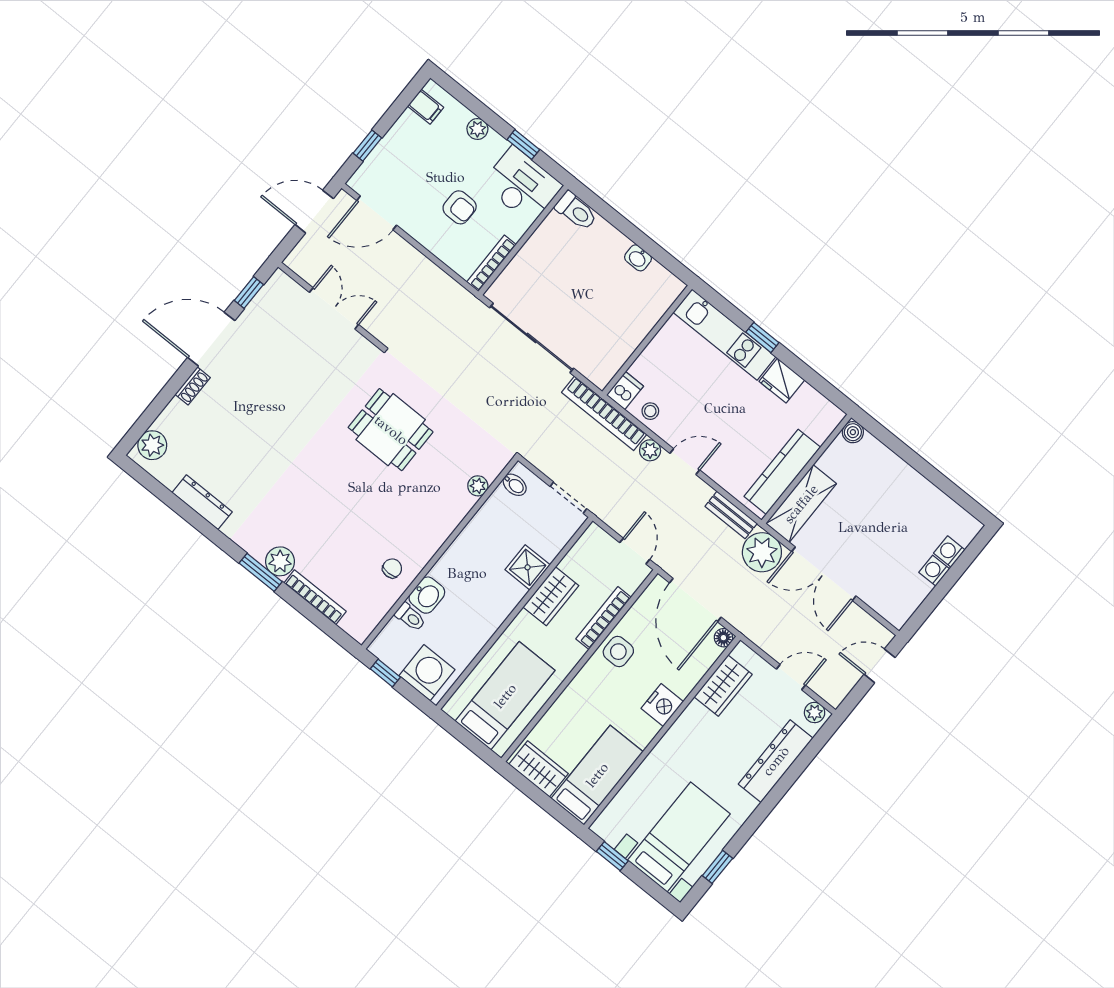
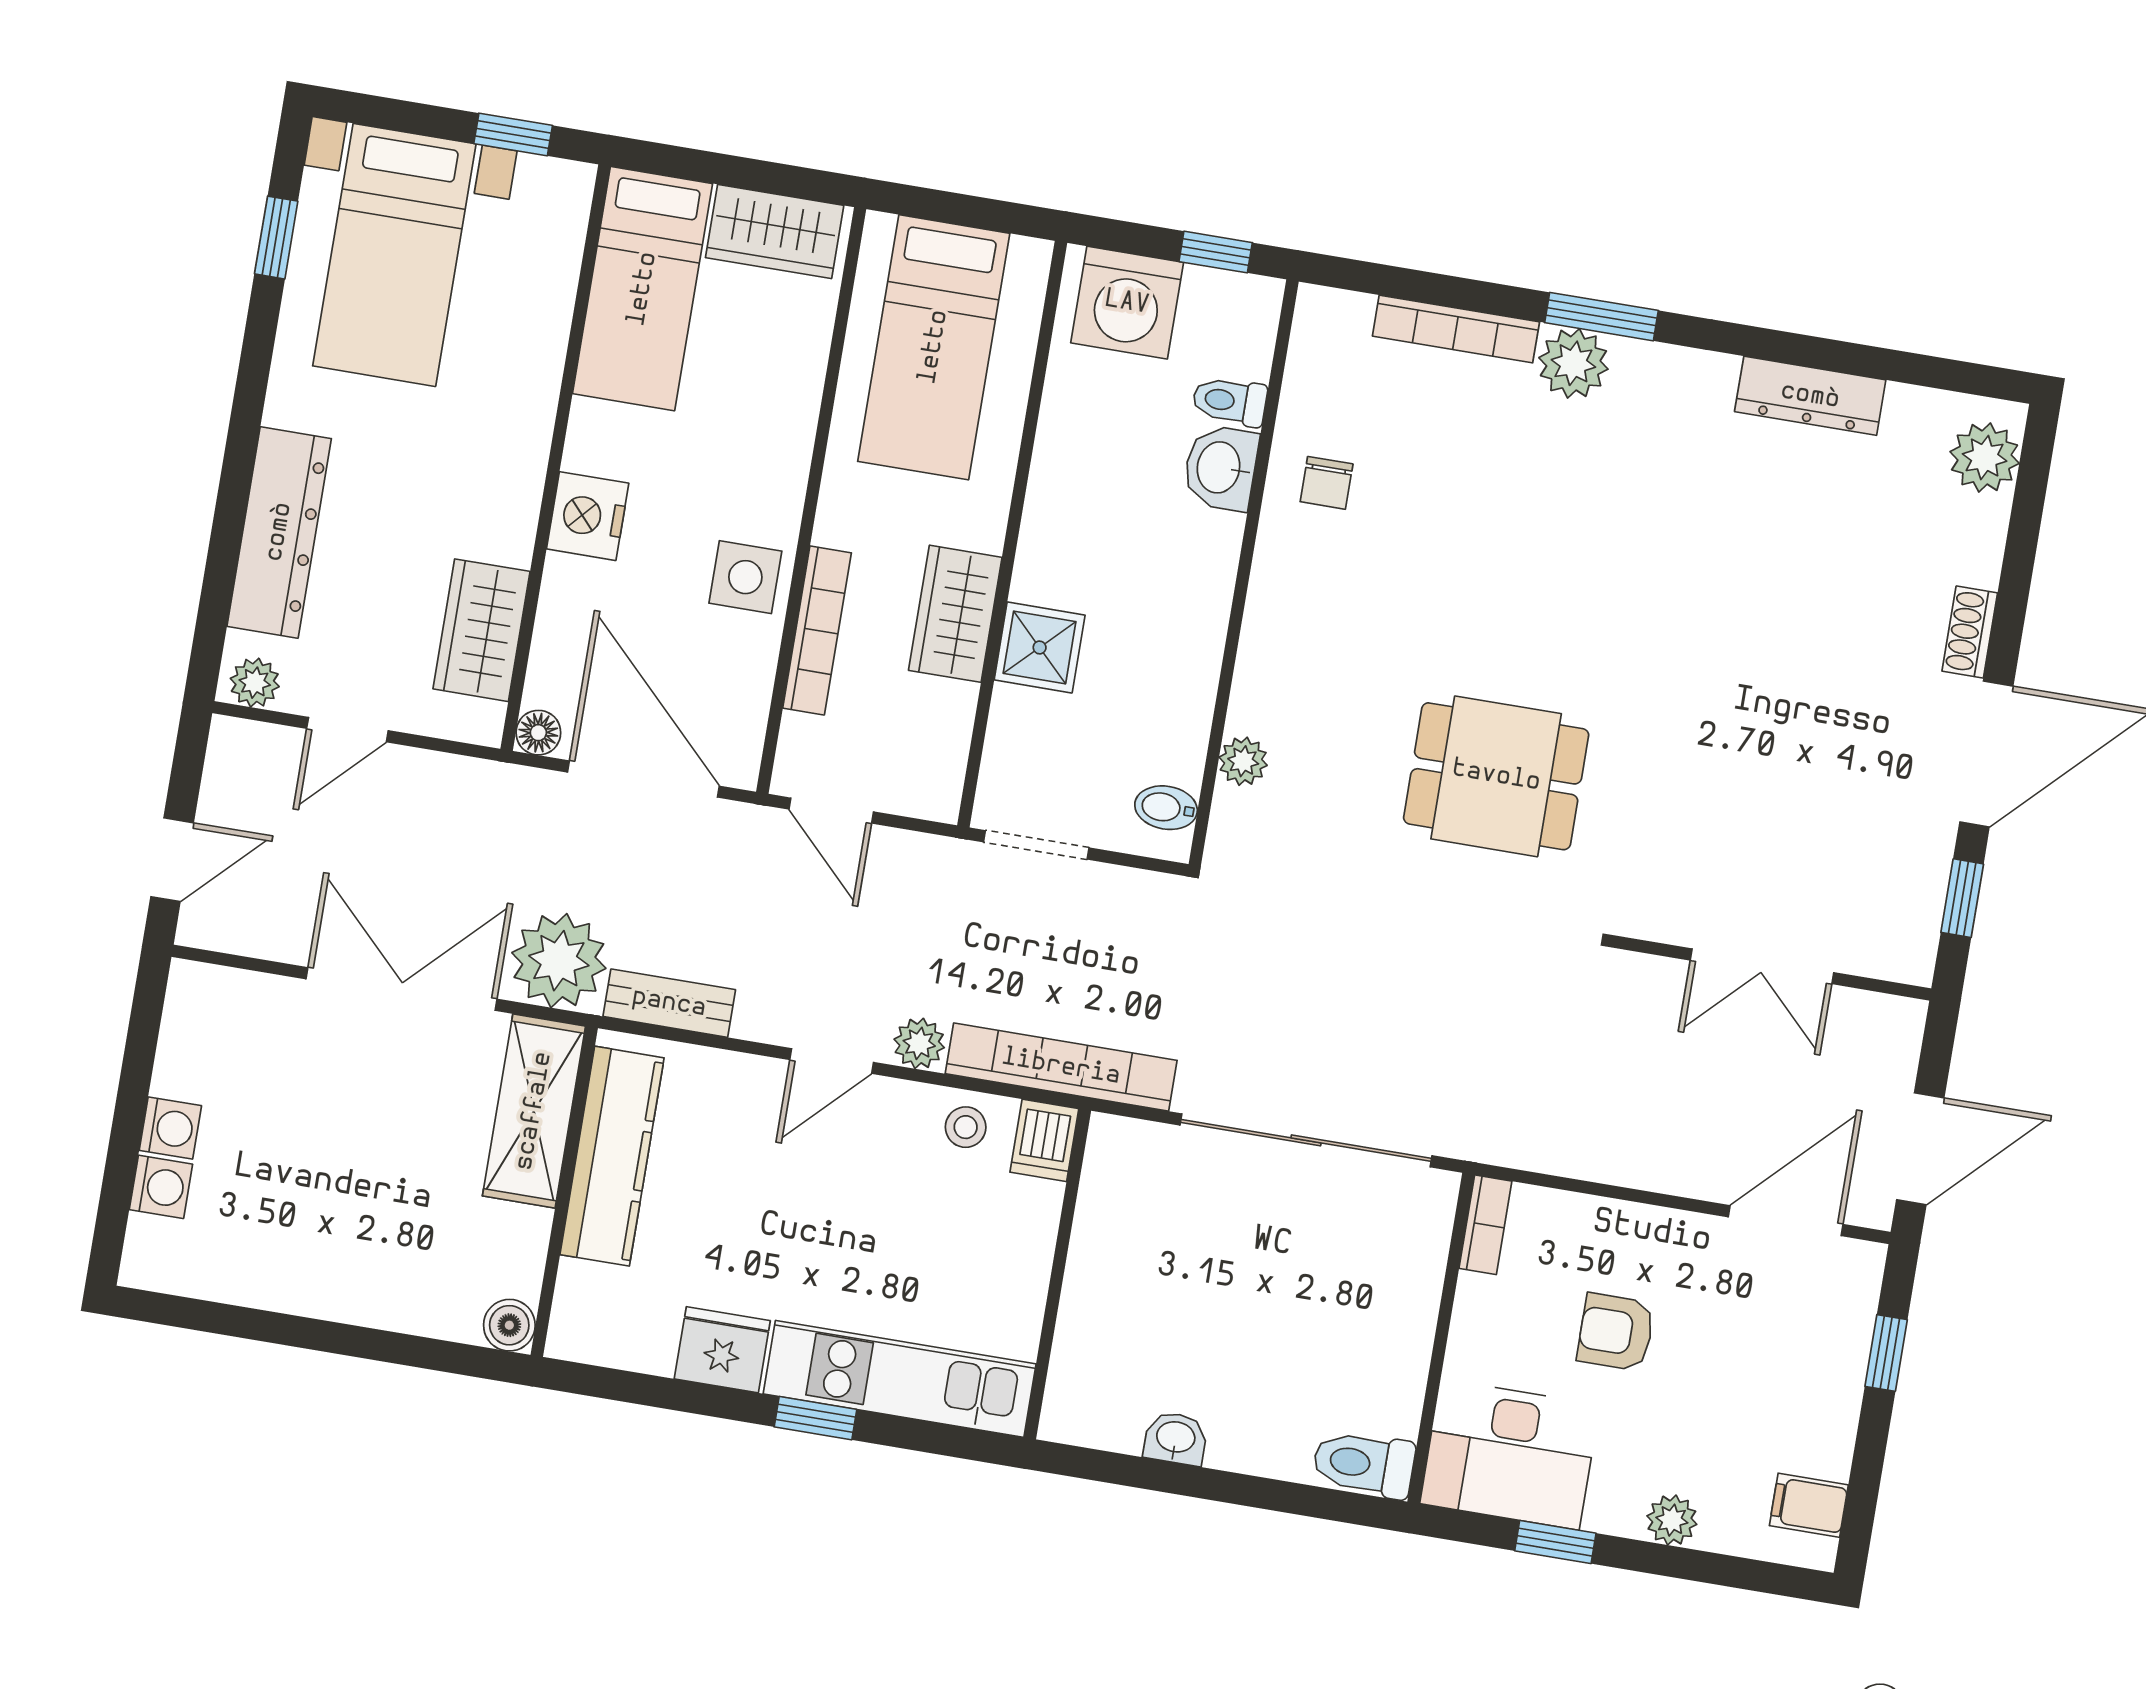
bookcase: (491, 263) -> (1485, 1225), width x0.64

